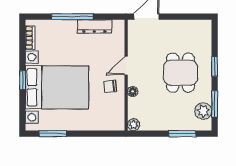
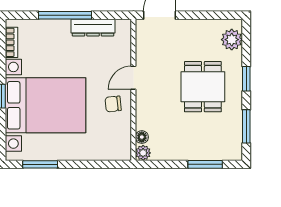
floor lamp: (133, 91) -> (142, 137), moved
plant: (203, 111) -> (232, 40), moved

